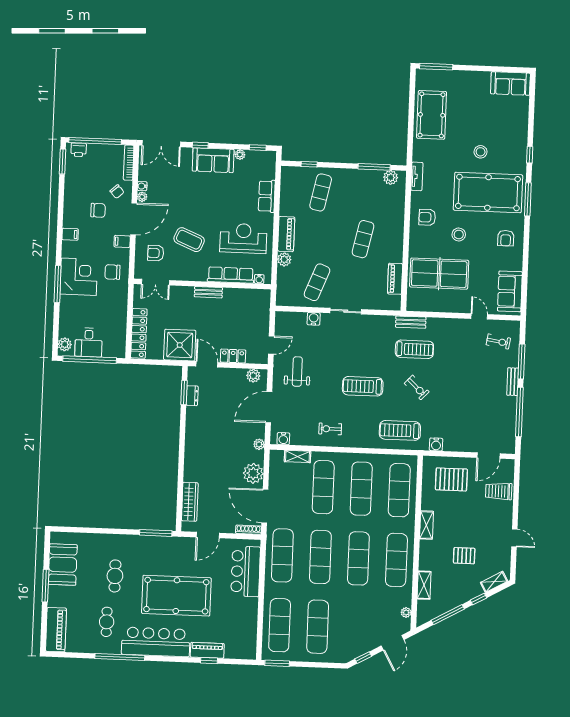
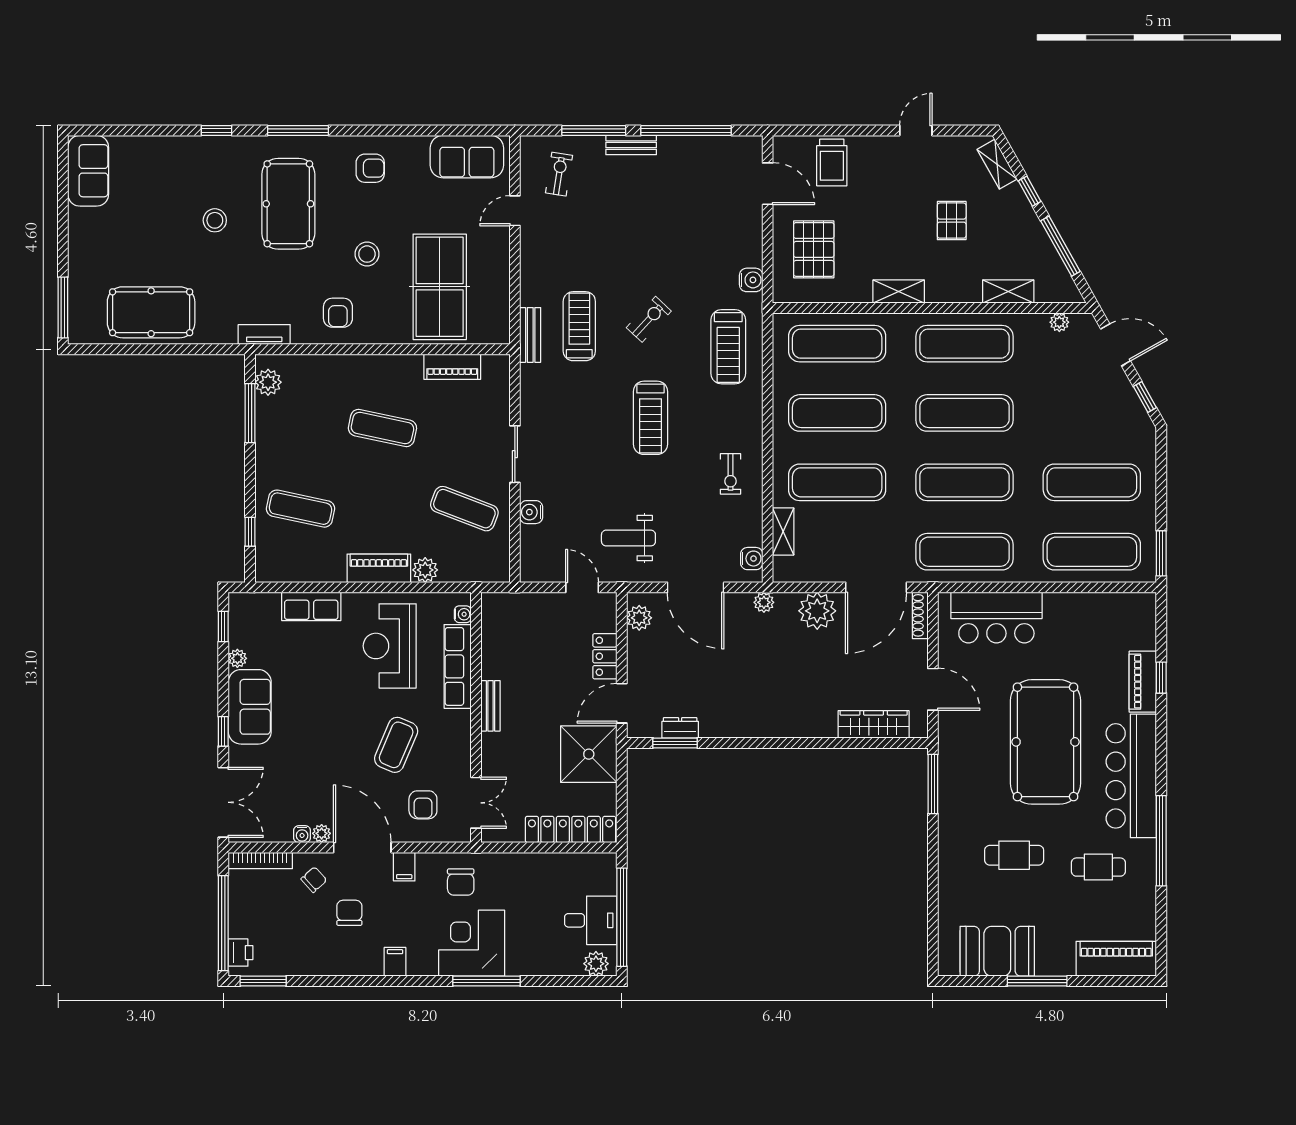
pool table: (488, 192) -> (288, 204), width x0.73, depth x0.76

